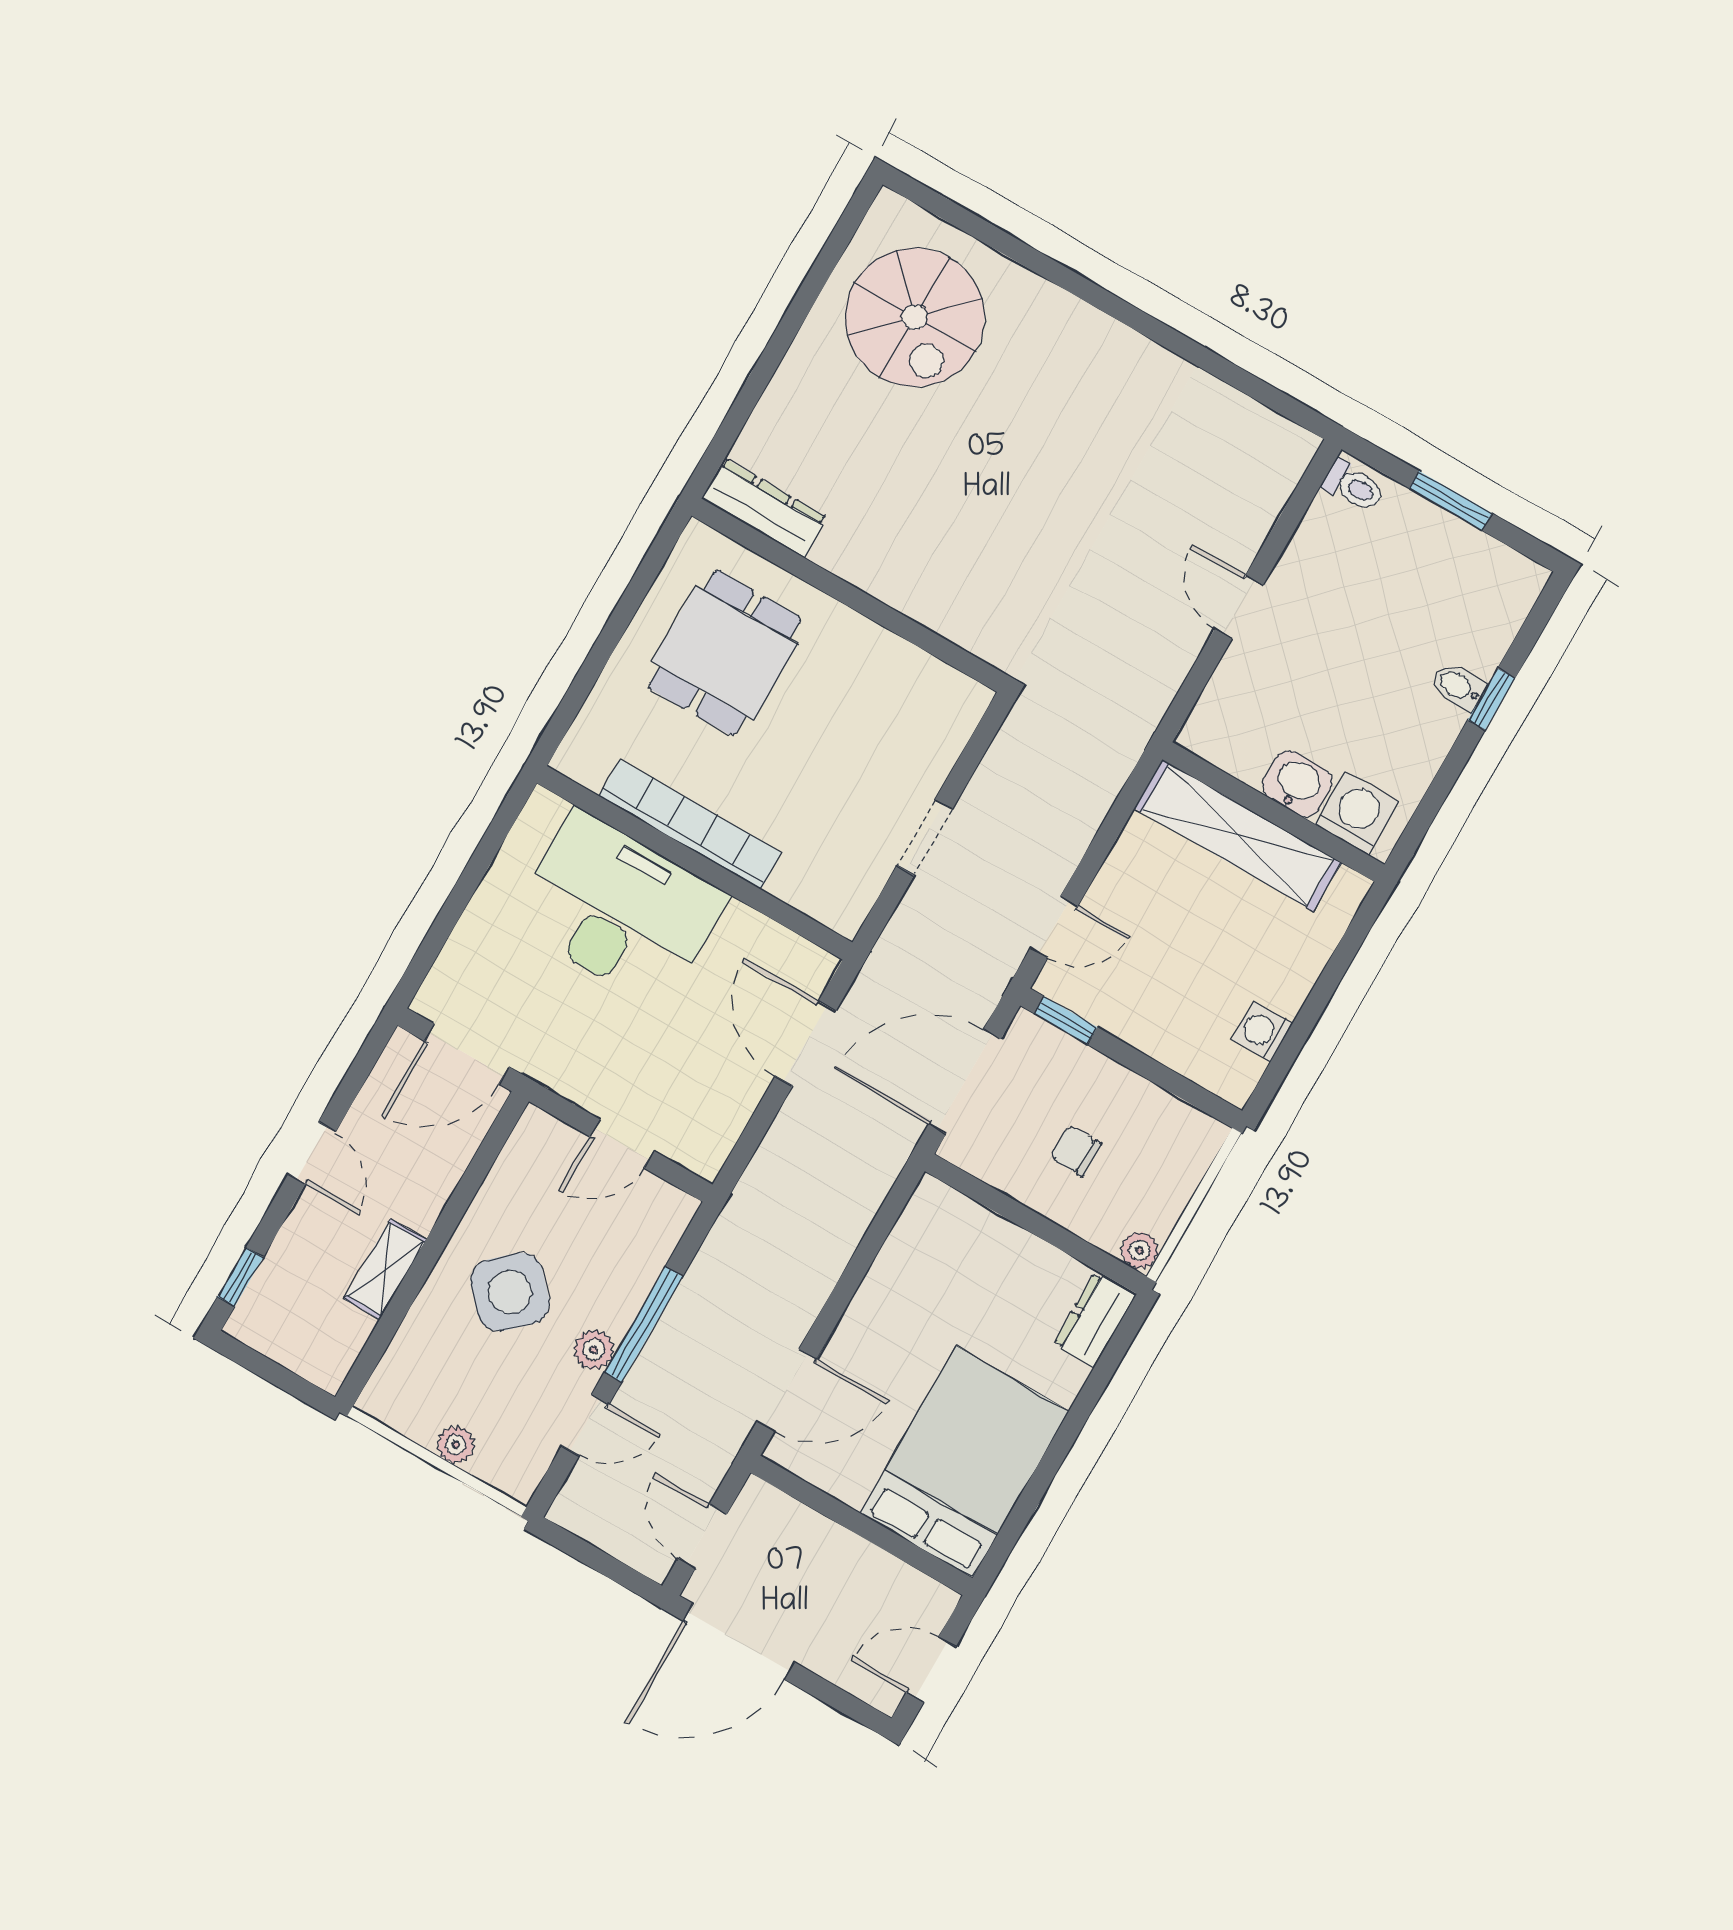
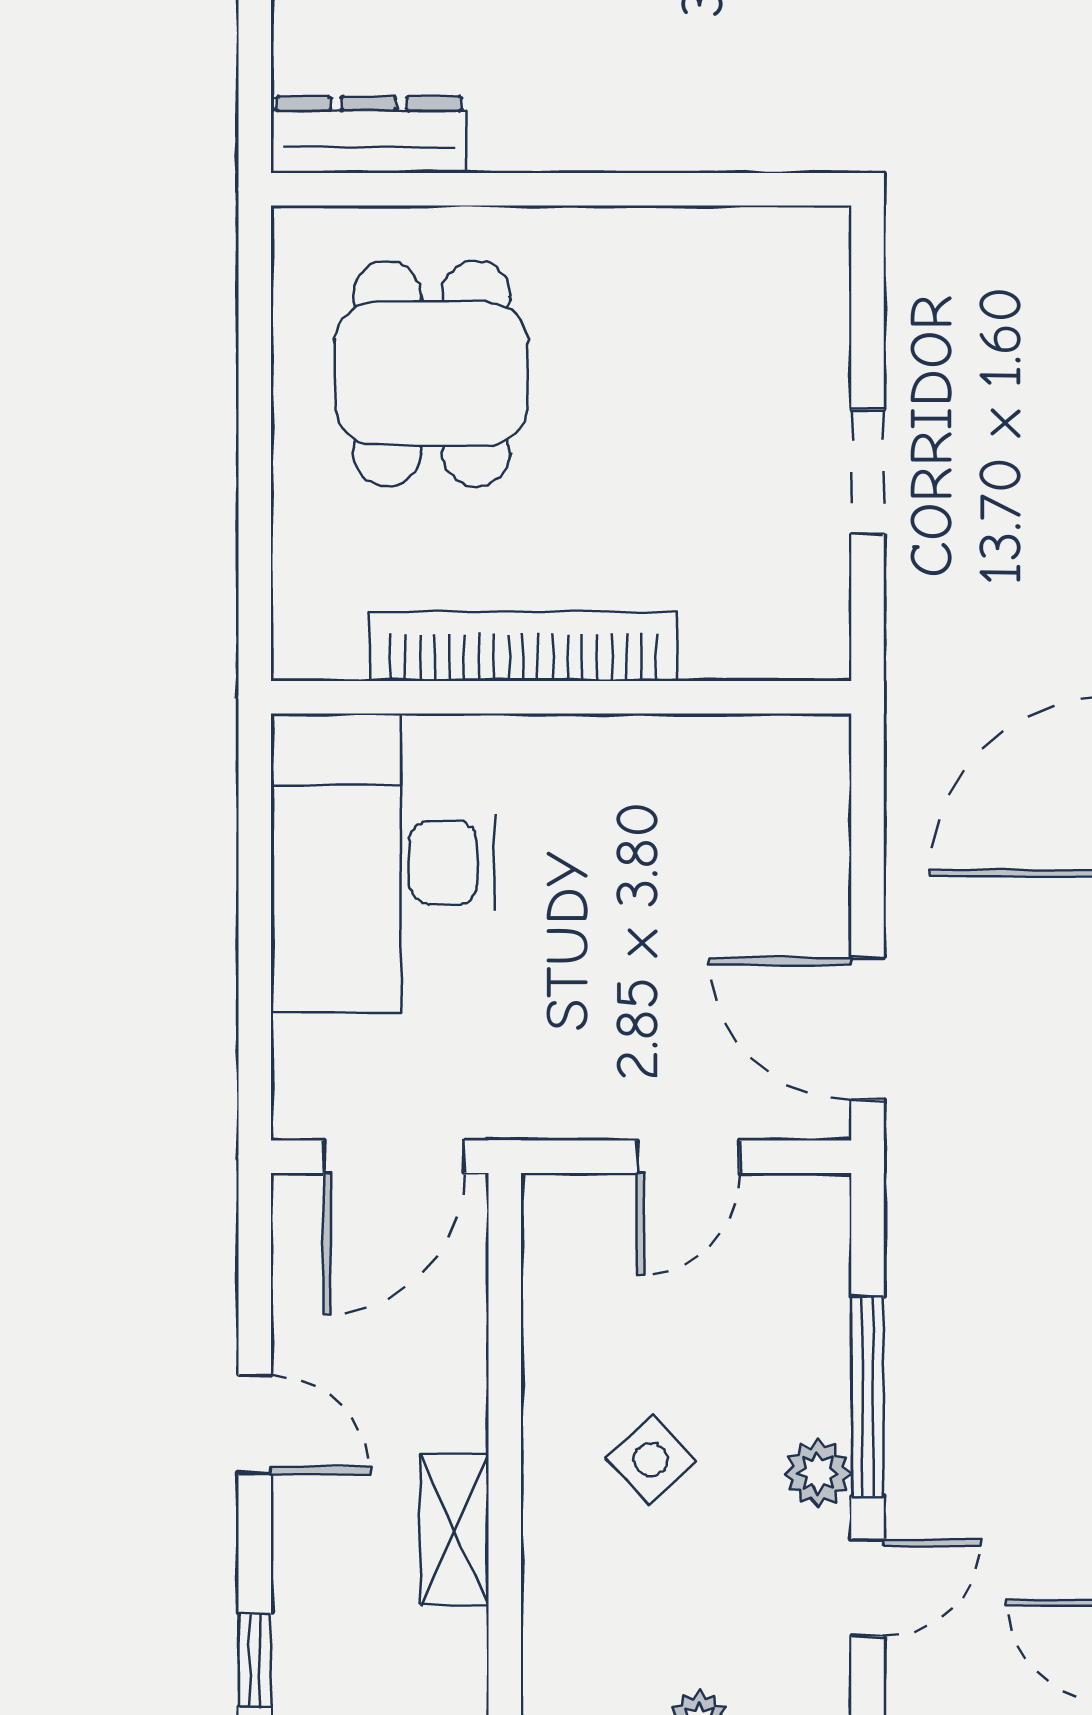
desk: (619, 909) -> (383, 863), moved, turned -90
door: (806, 1044) -> (868, 1029), moved
side table: (510, 1292) -> (651, 1460), width x0.54, depth x0.54

